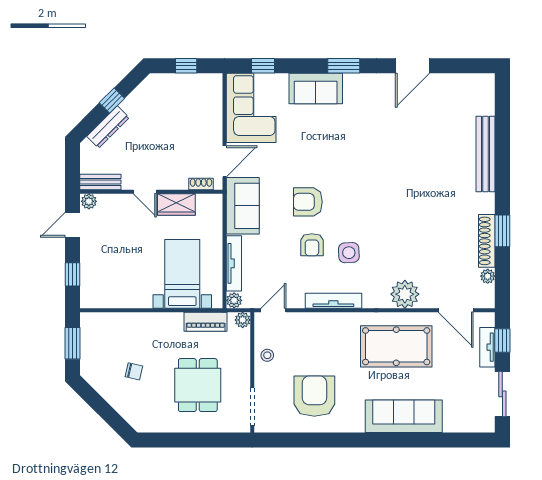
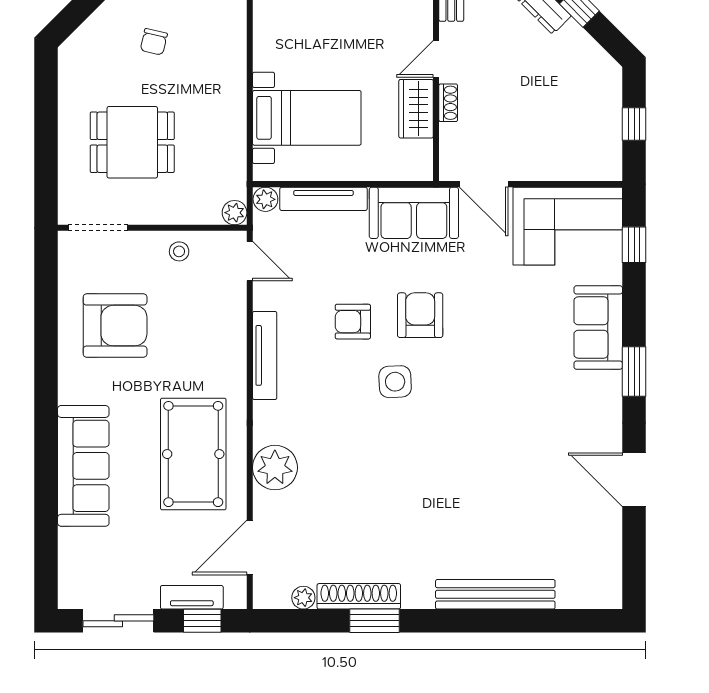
shoe rack: (201, 184) -> (448, 103), moved
side table: (349, 253) -> (395, 382), moved
piano: (206, 322) -> (232, 154), removed

